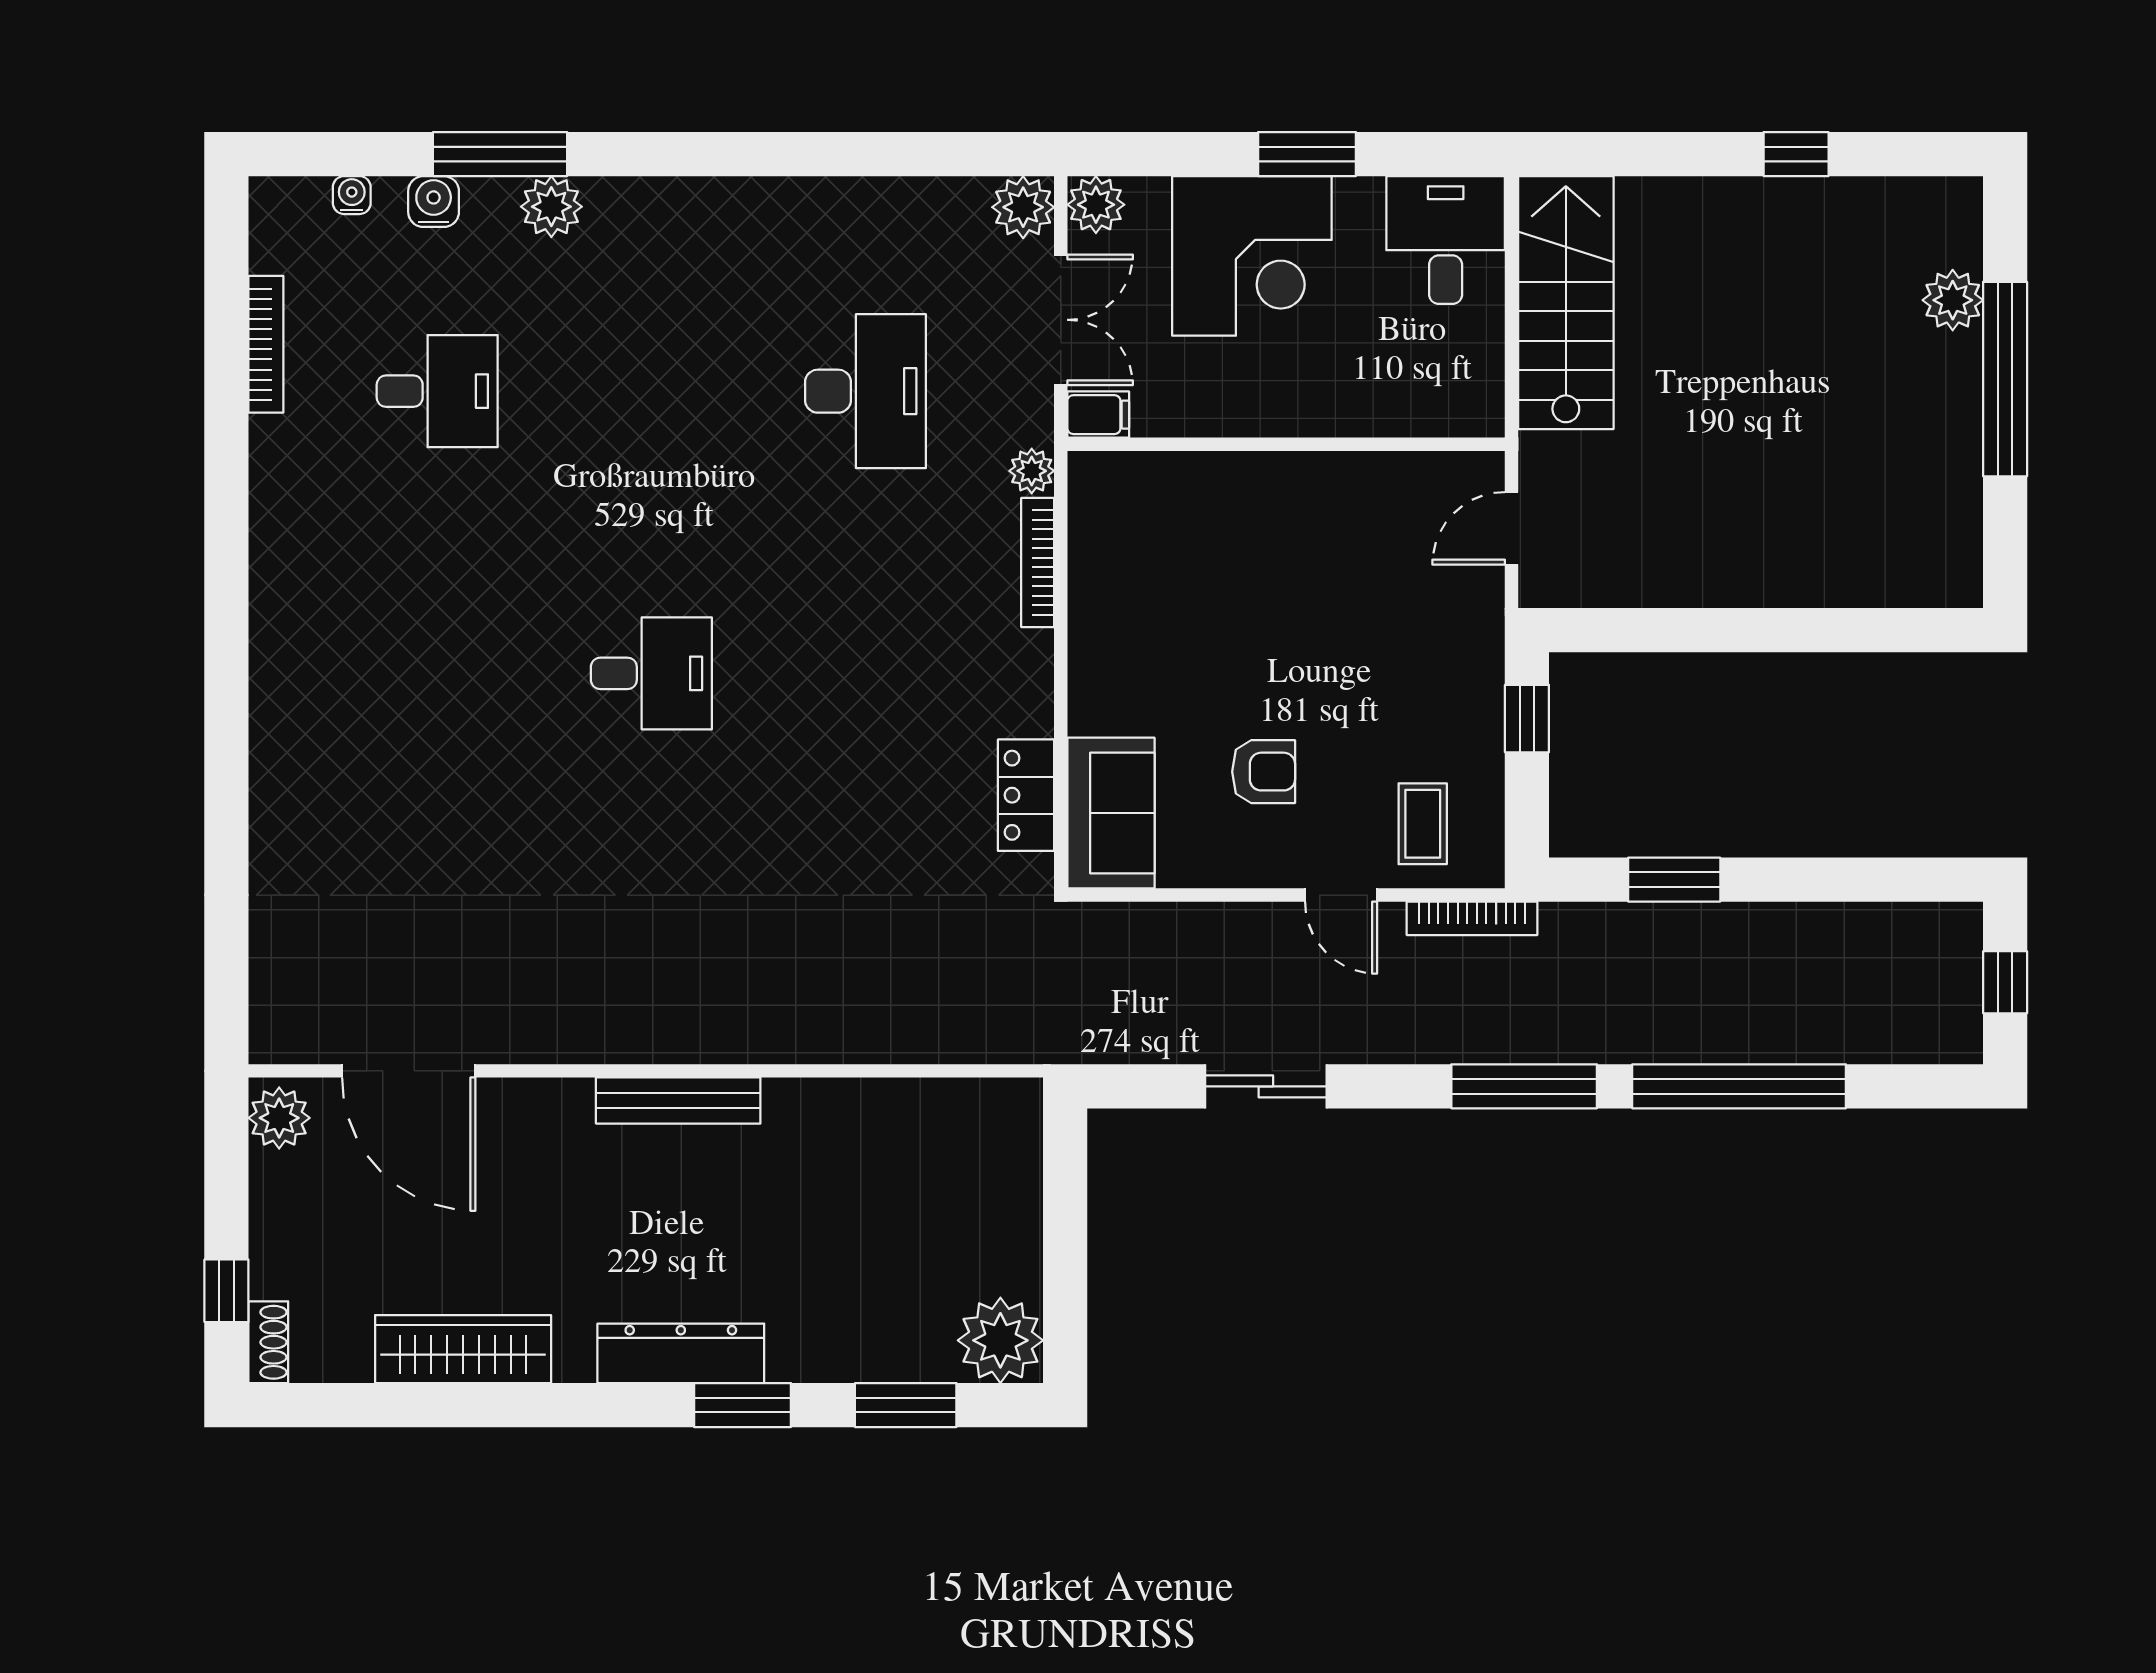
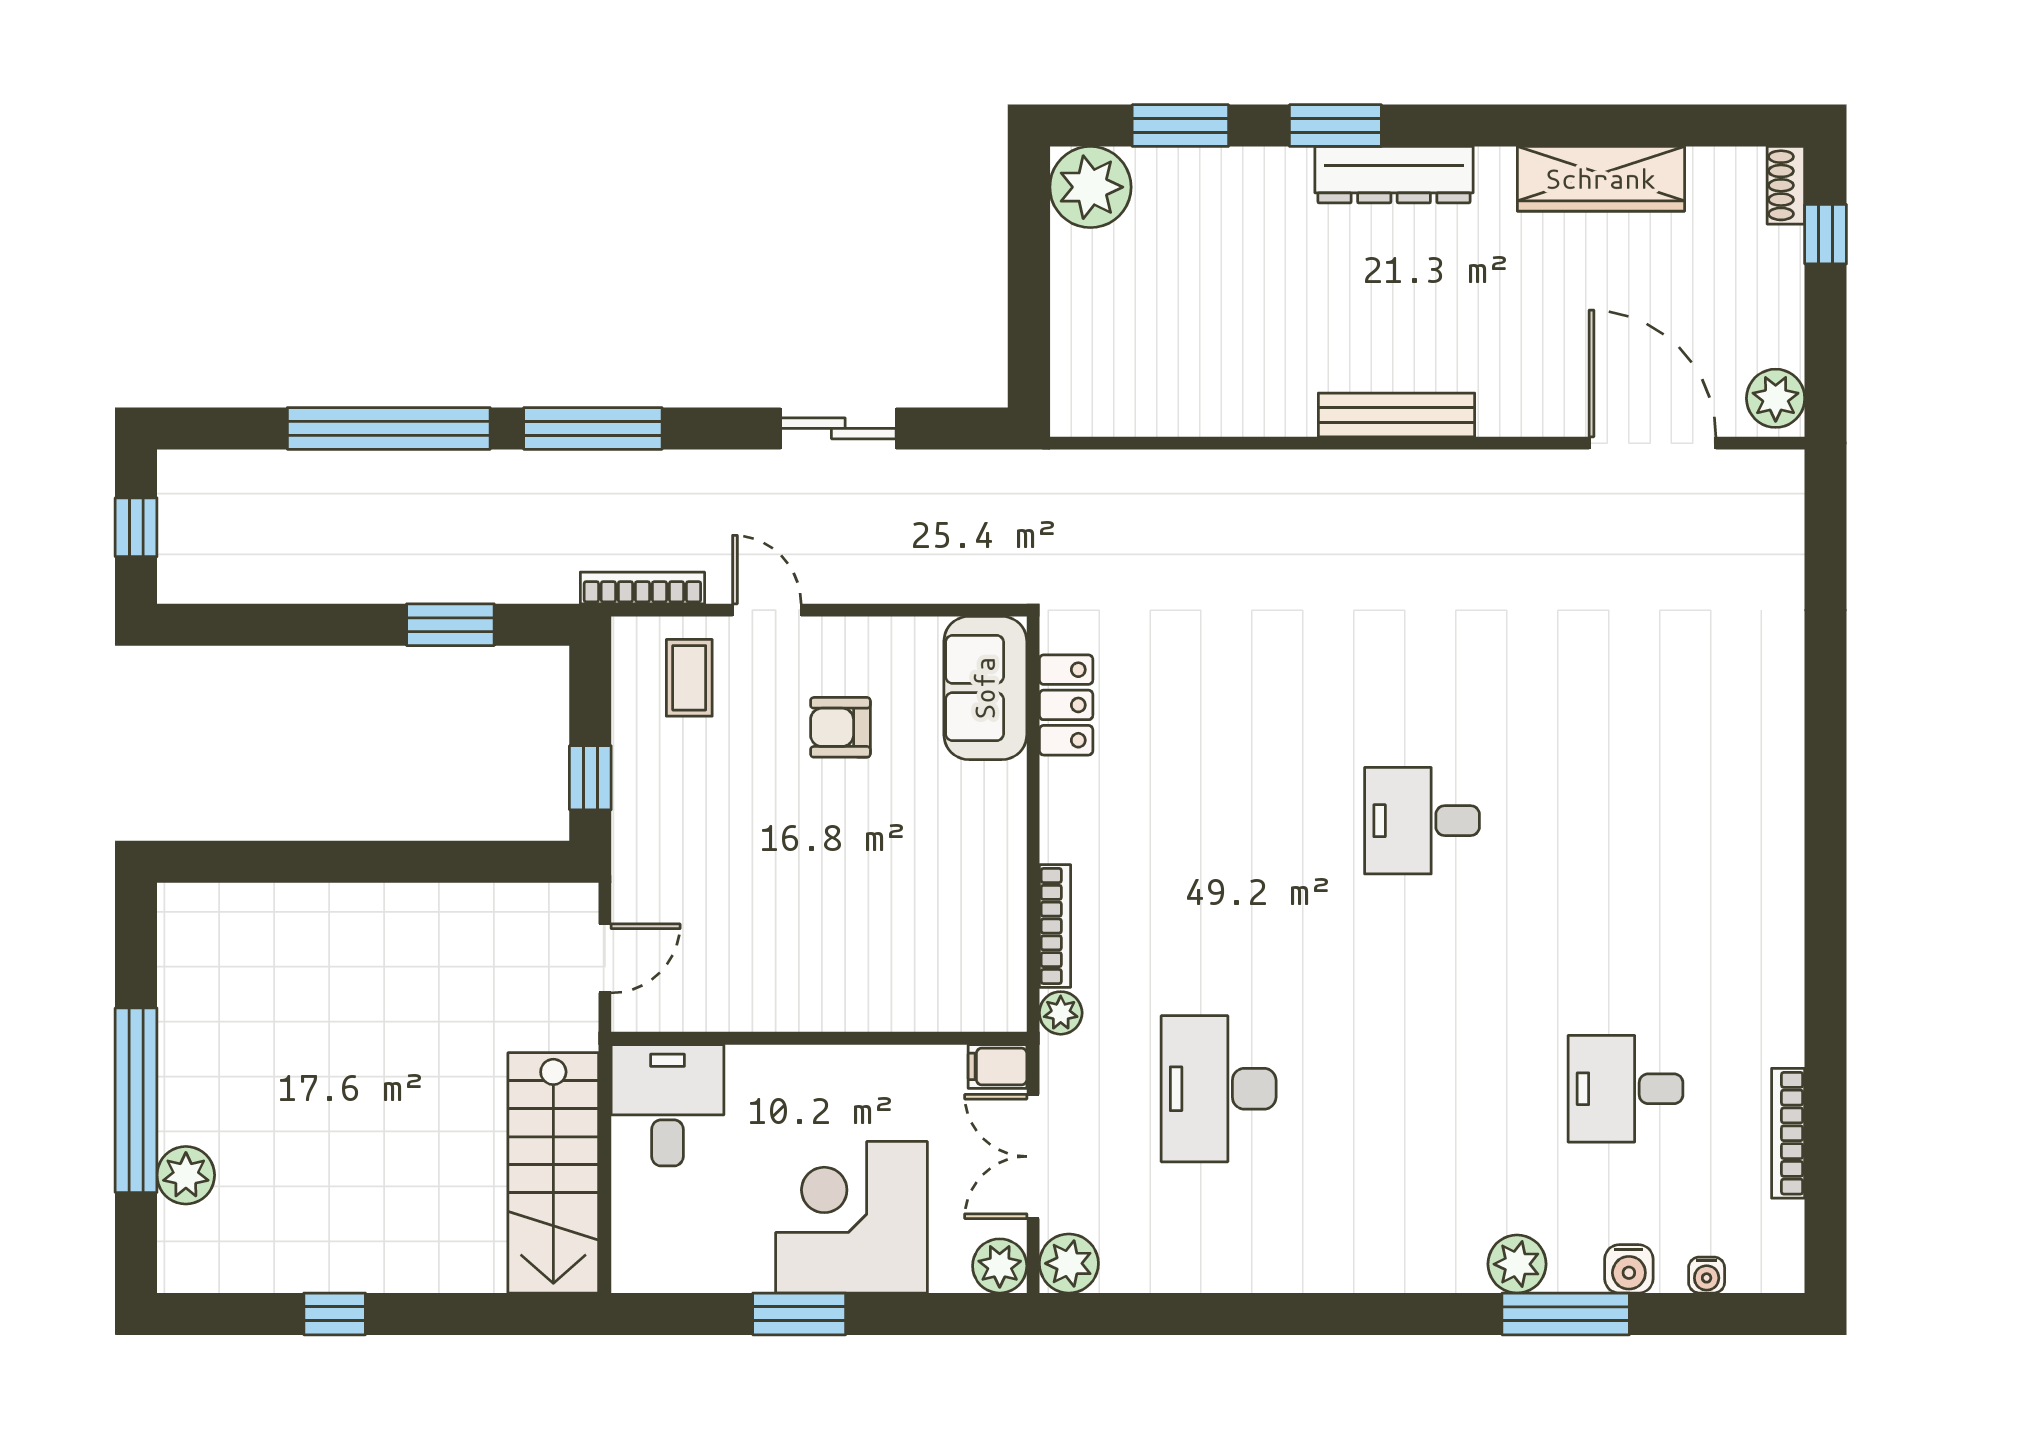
desk: (1446, 240) -> (667, 1105), moved, turned 180

